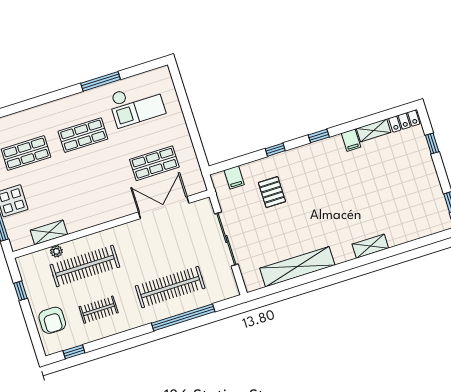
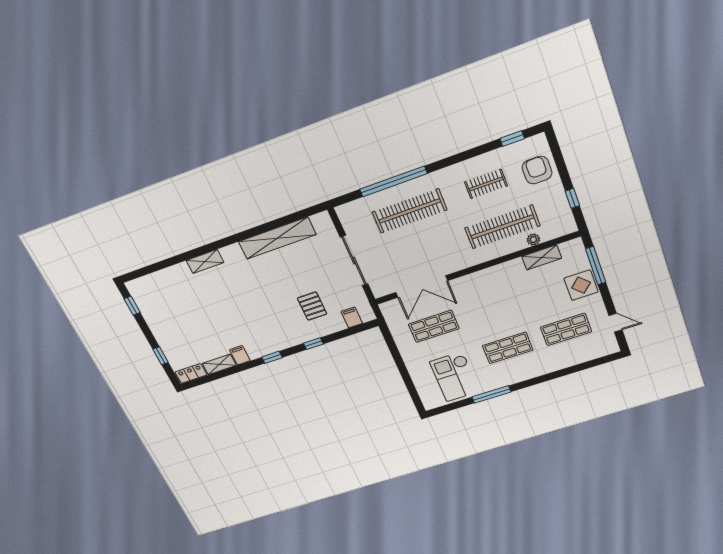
checkout: (137, 104) -> (455, 377), turned -90

